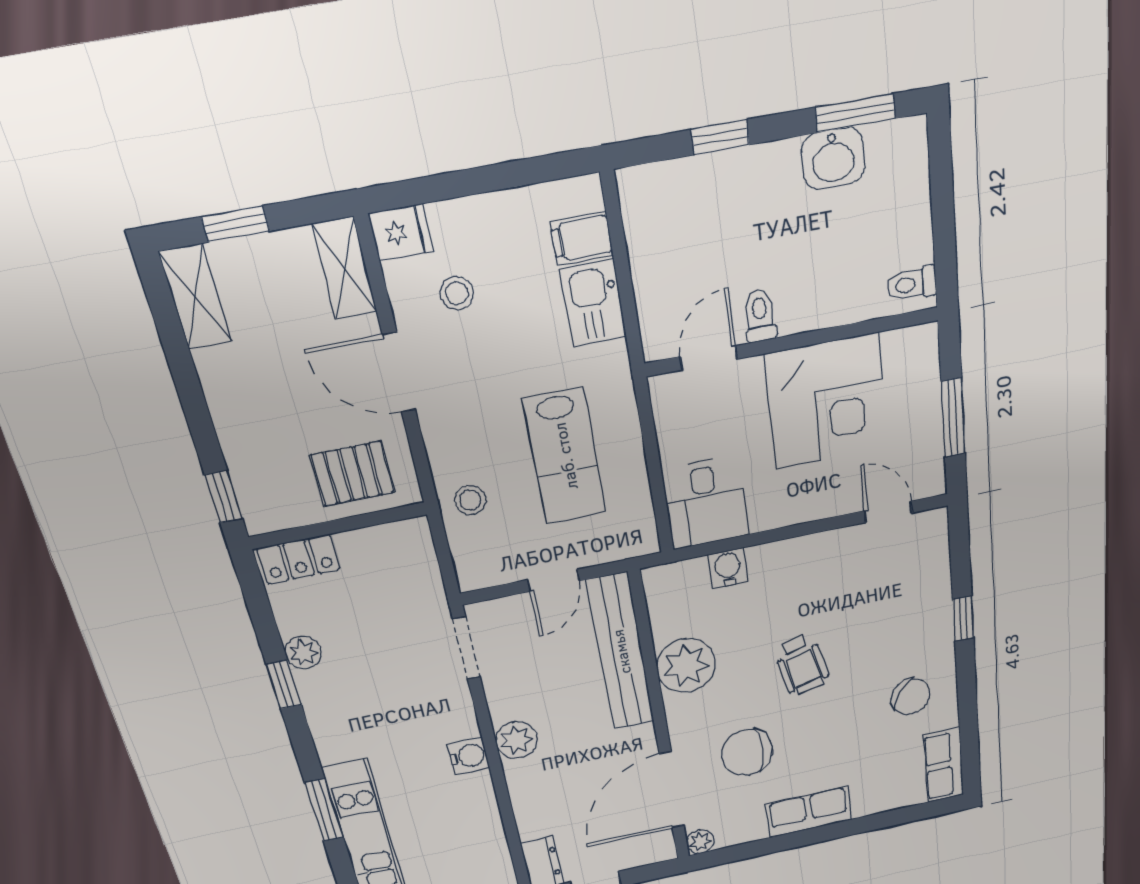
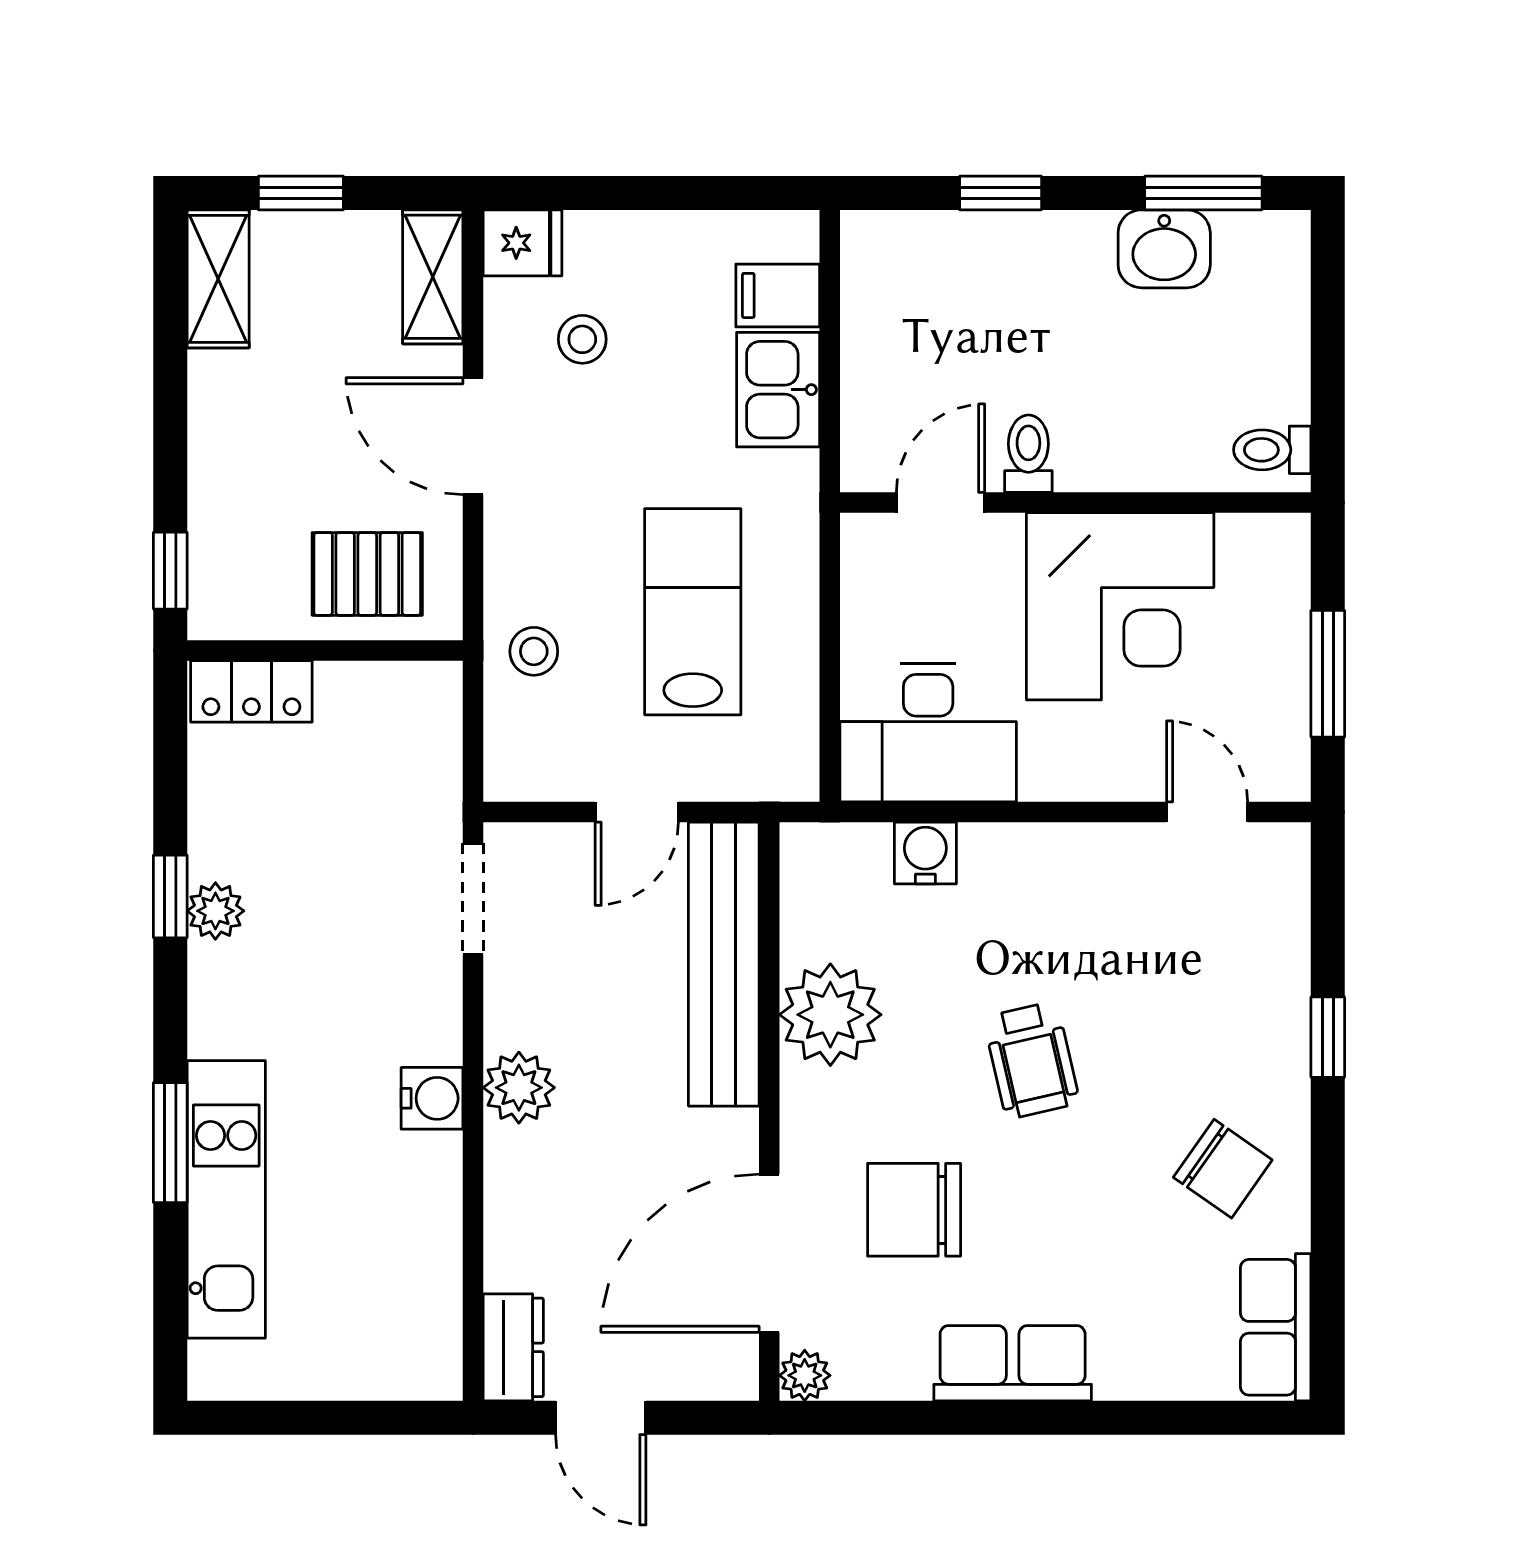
lab bench: (565, 456) -> (693, 612), turned 180
desk: (706, 503) -> (928, 733), width x1.37
plant: (303, 653) -> (215, 911), moved

